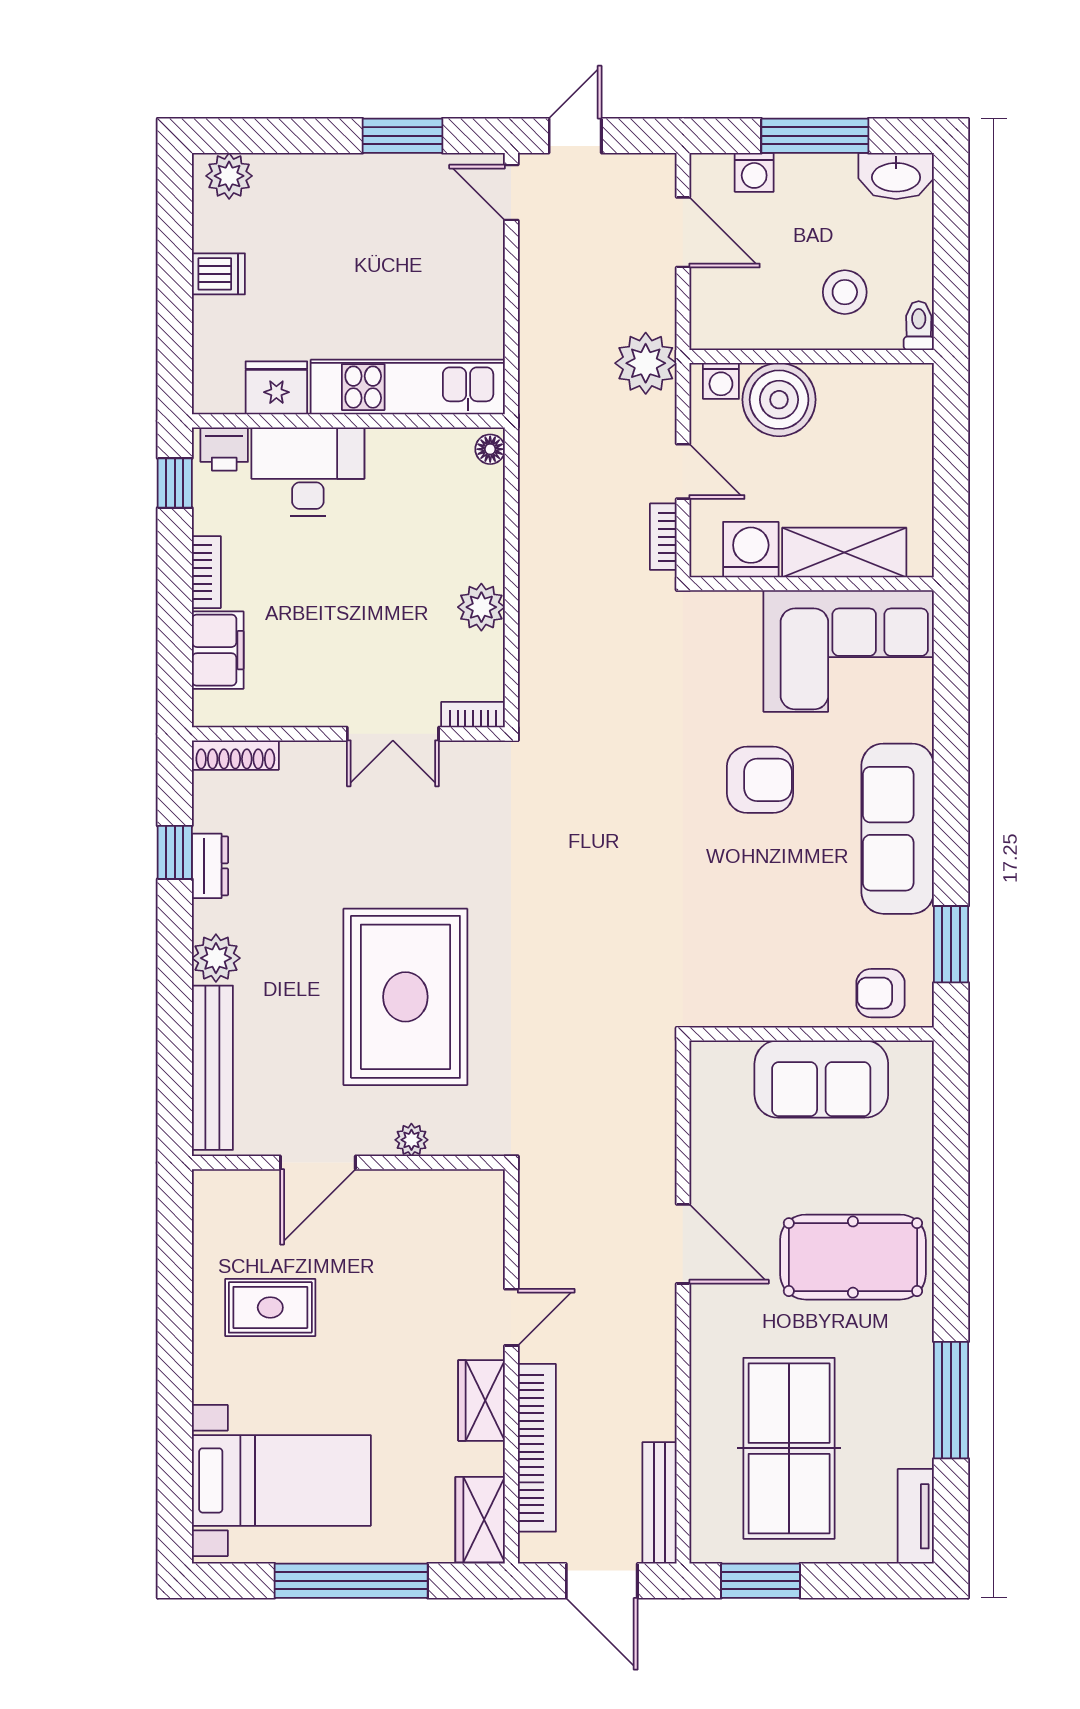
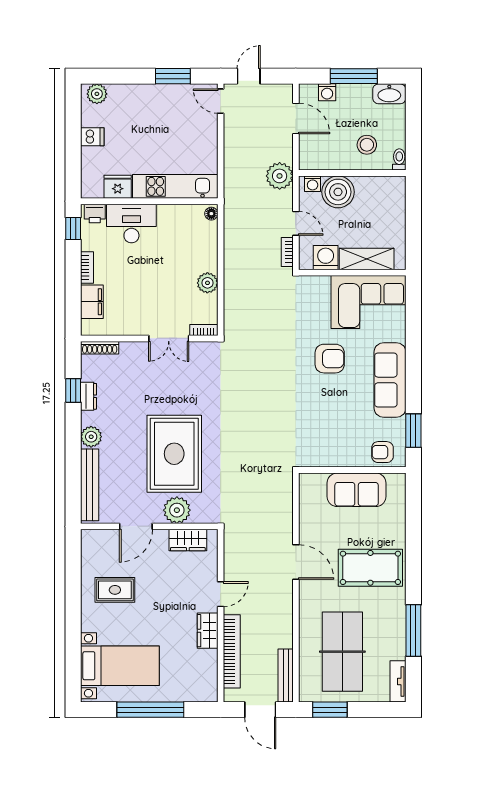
plant: (411, 1140) -> (177, 510), width x1.88, depth x1.88
wardrobe: (480, 1520) -> (188, 540), moved, turned -90

